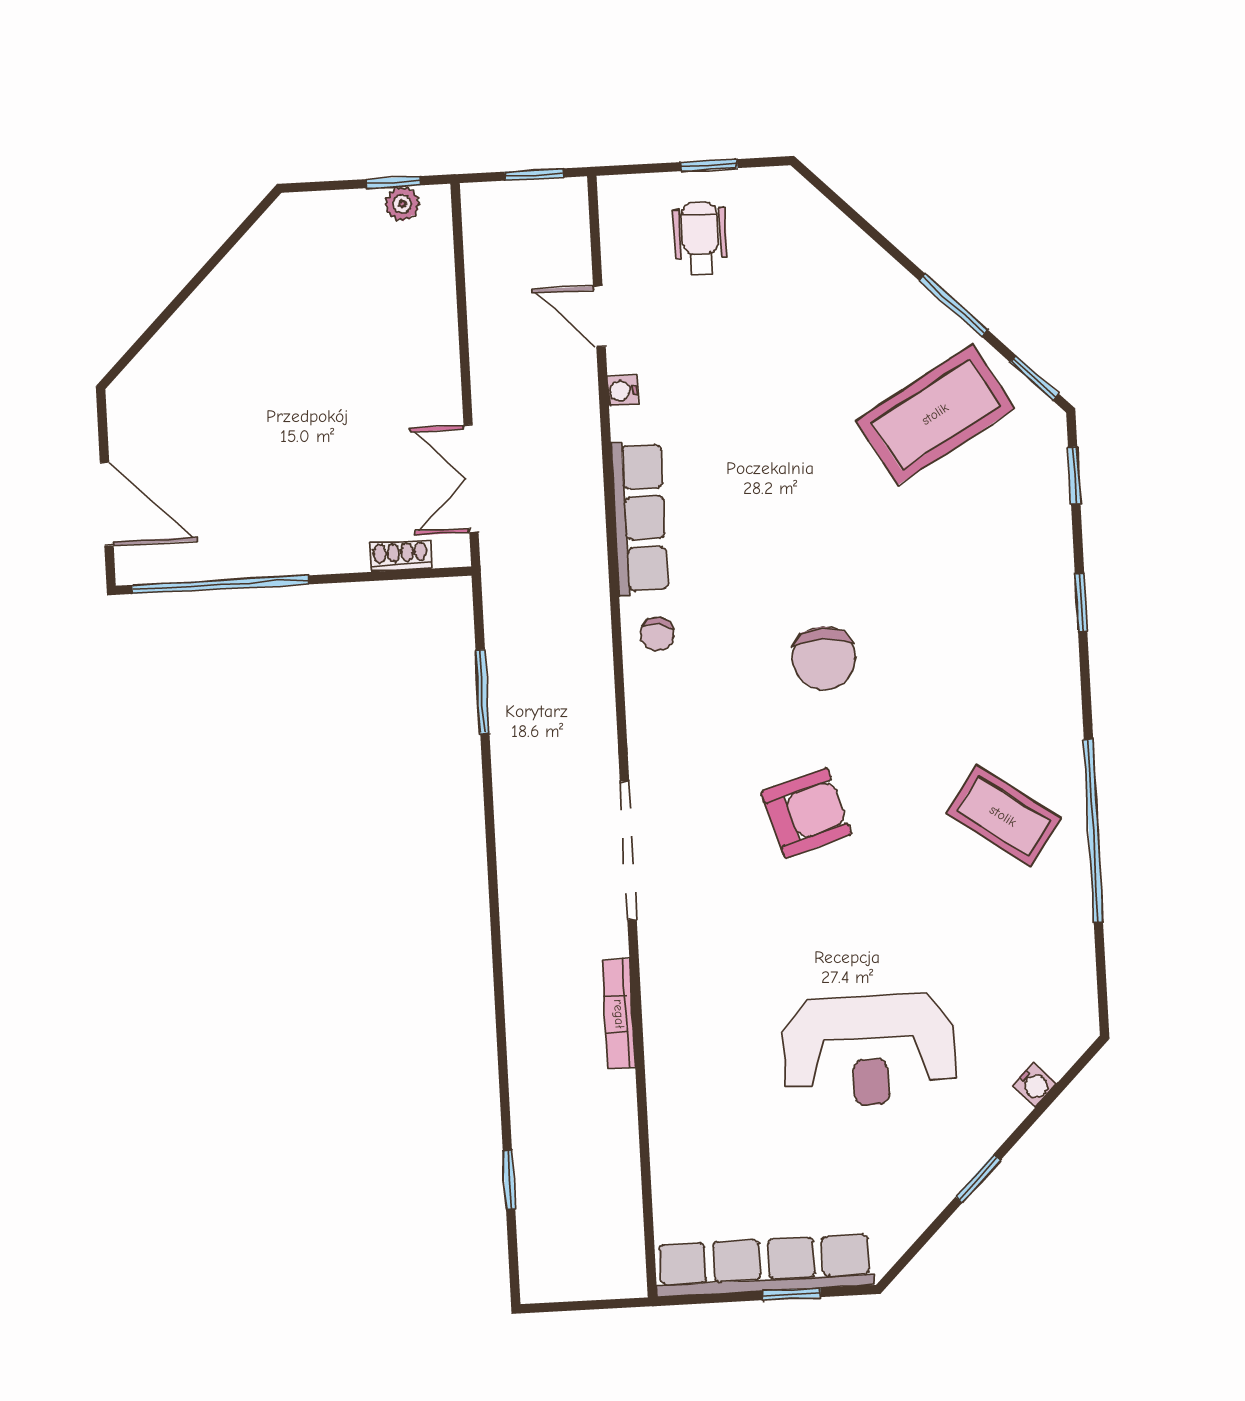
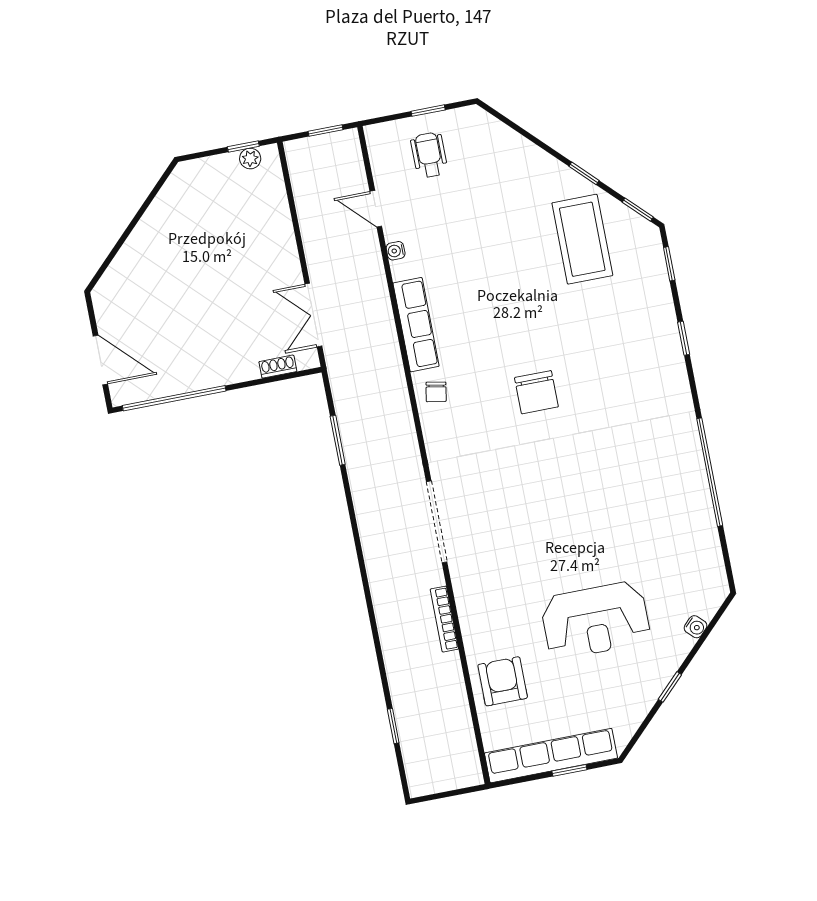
window: (953, 305) -> (584, 173), width x0.67
coffee table: (935, 414) -> (582, 239), turned -60
armchair: (806, 813) -> (503, 681), moved, turned -73
coffee table: (1003, 816) -> (655, 471), removed

